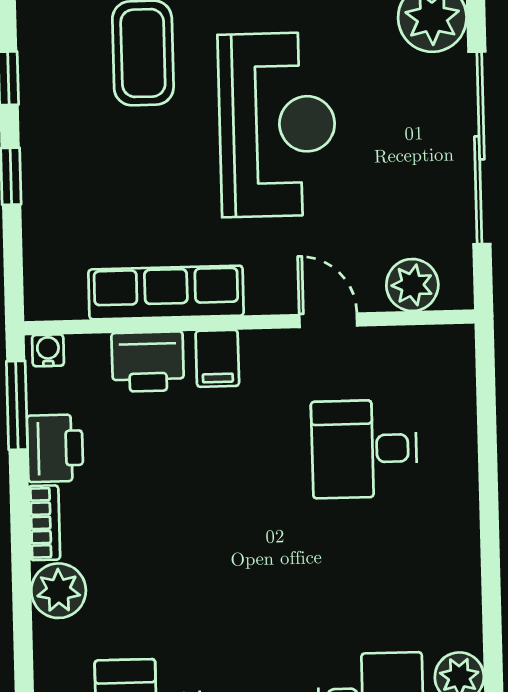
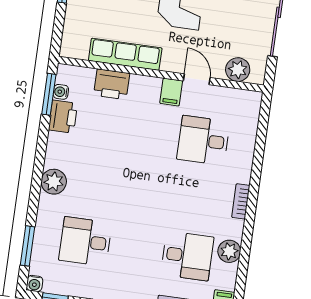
water cooler: (48, 350) -> (61, 92), moved, turned -90
filing cabinet: (217, 358) -> (171, 92), moved
bookcase: (44, 523) -> (241, 201), moved, turned 180

